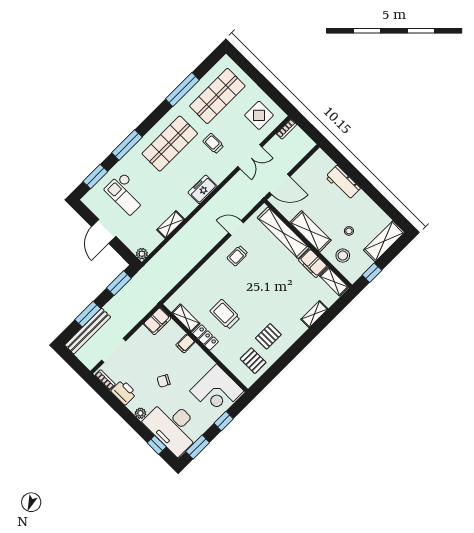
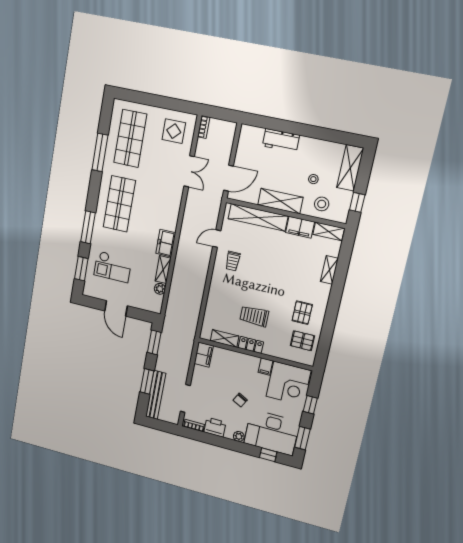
trolley: (213, 143) -> (153, 180), removed
freezer: (203, 189) -> (166, 243), moved
plant: (142, 254) -> (160, 289), moved
filing cabinet: (185, 344) -> (265, 367), moved

